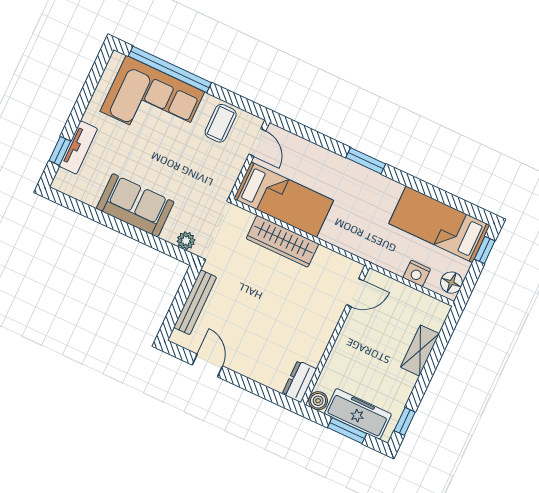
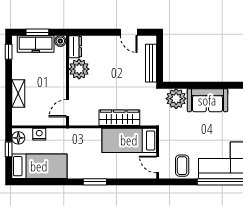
plant: (186, 241) -> (176, 99), width x1.88, depth x1.88
window: (485, 250) -> (9, 149), moved
plant: (309, 345) -> (79, 69), added

